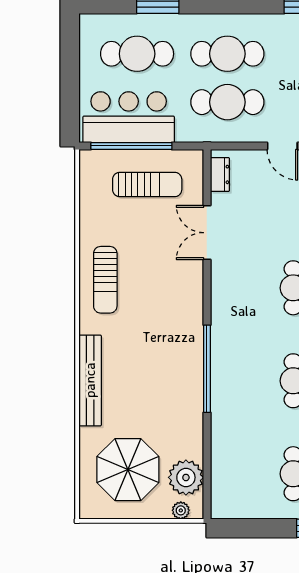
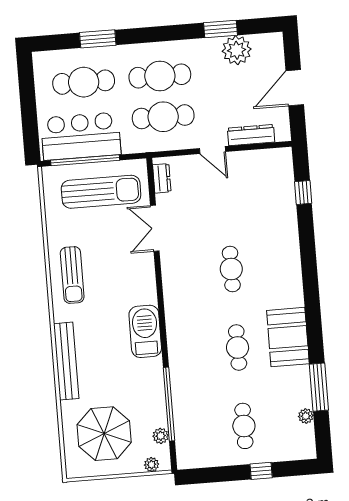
sun lounger: (147, 184) -> (101, 192), width x1.36, depth x1.34
barbecue: (186, 353) -> (145, 331), added
window: (207, 369) -> (169, 404), moved
plant: (186, 477) -> (161, 436), width x0.53, depth x0.53

